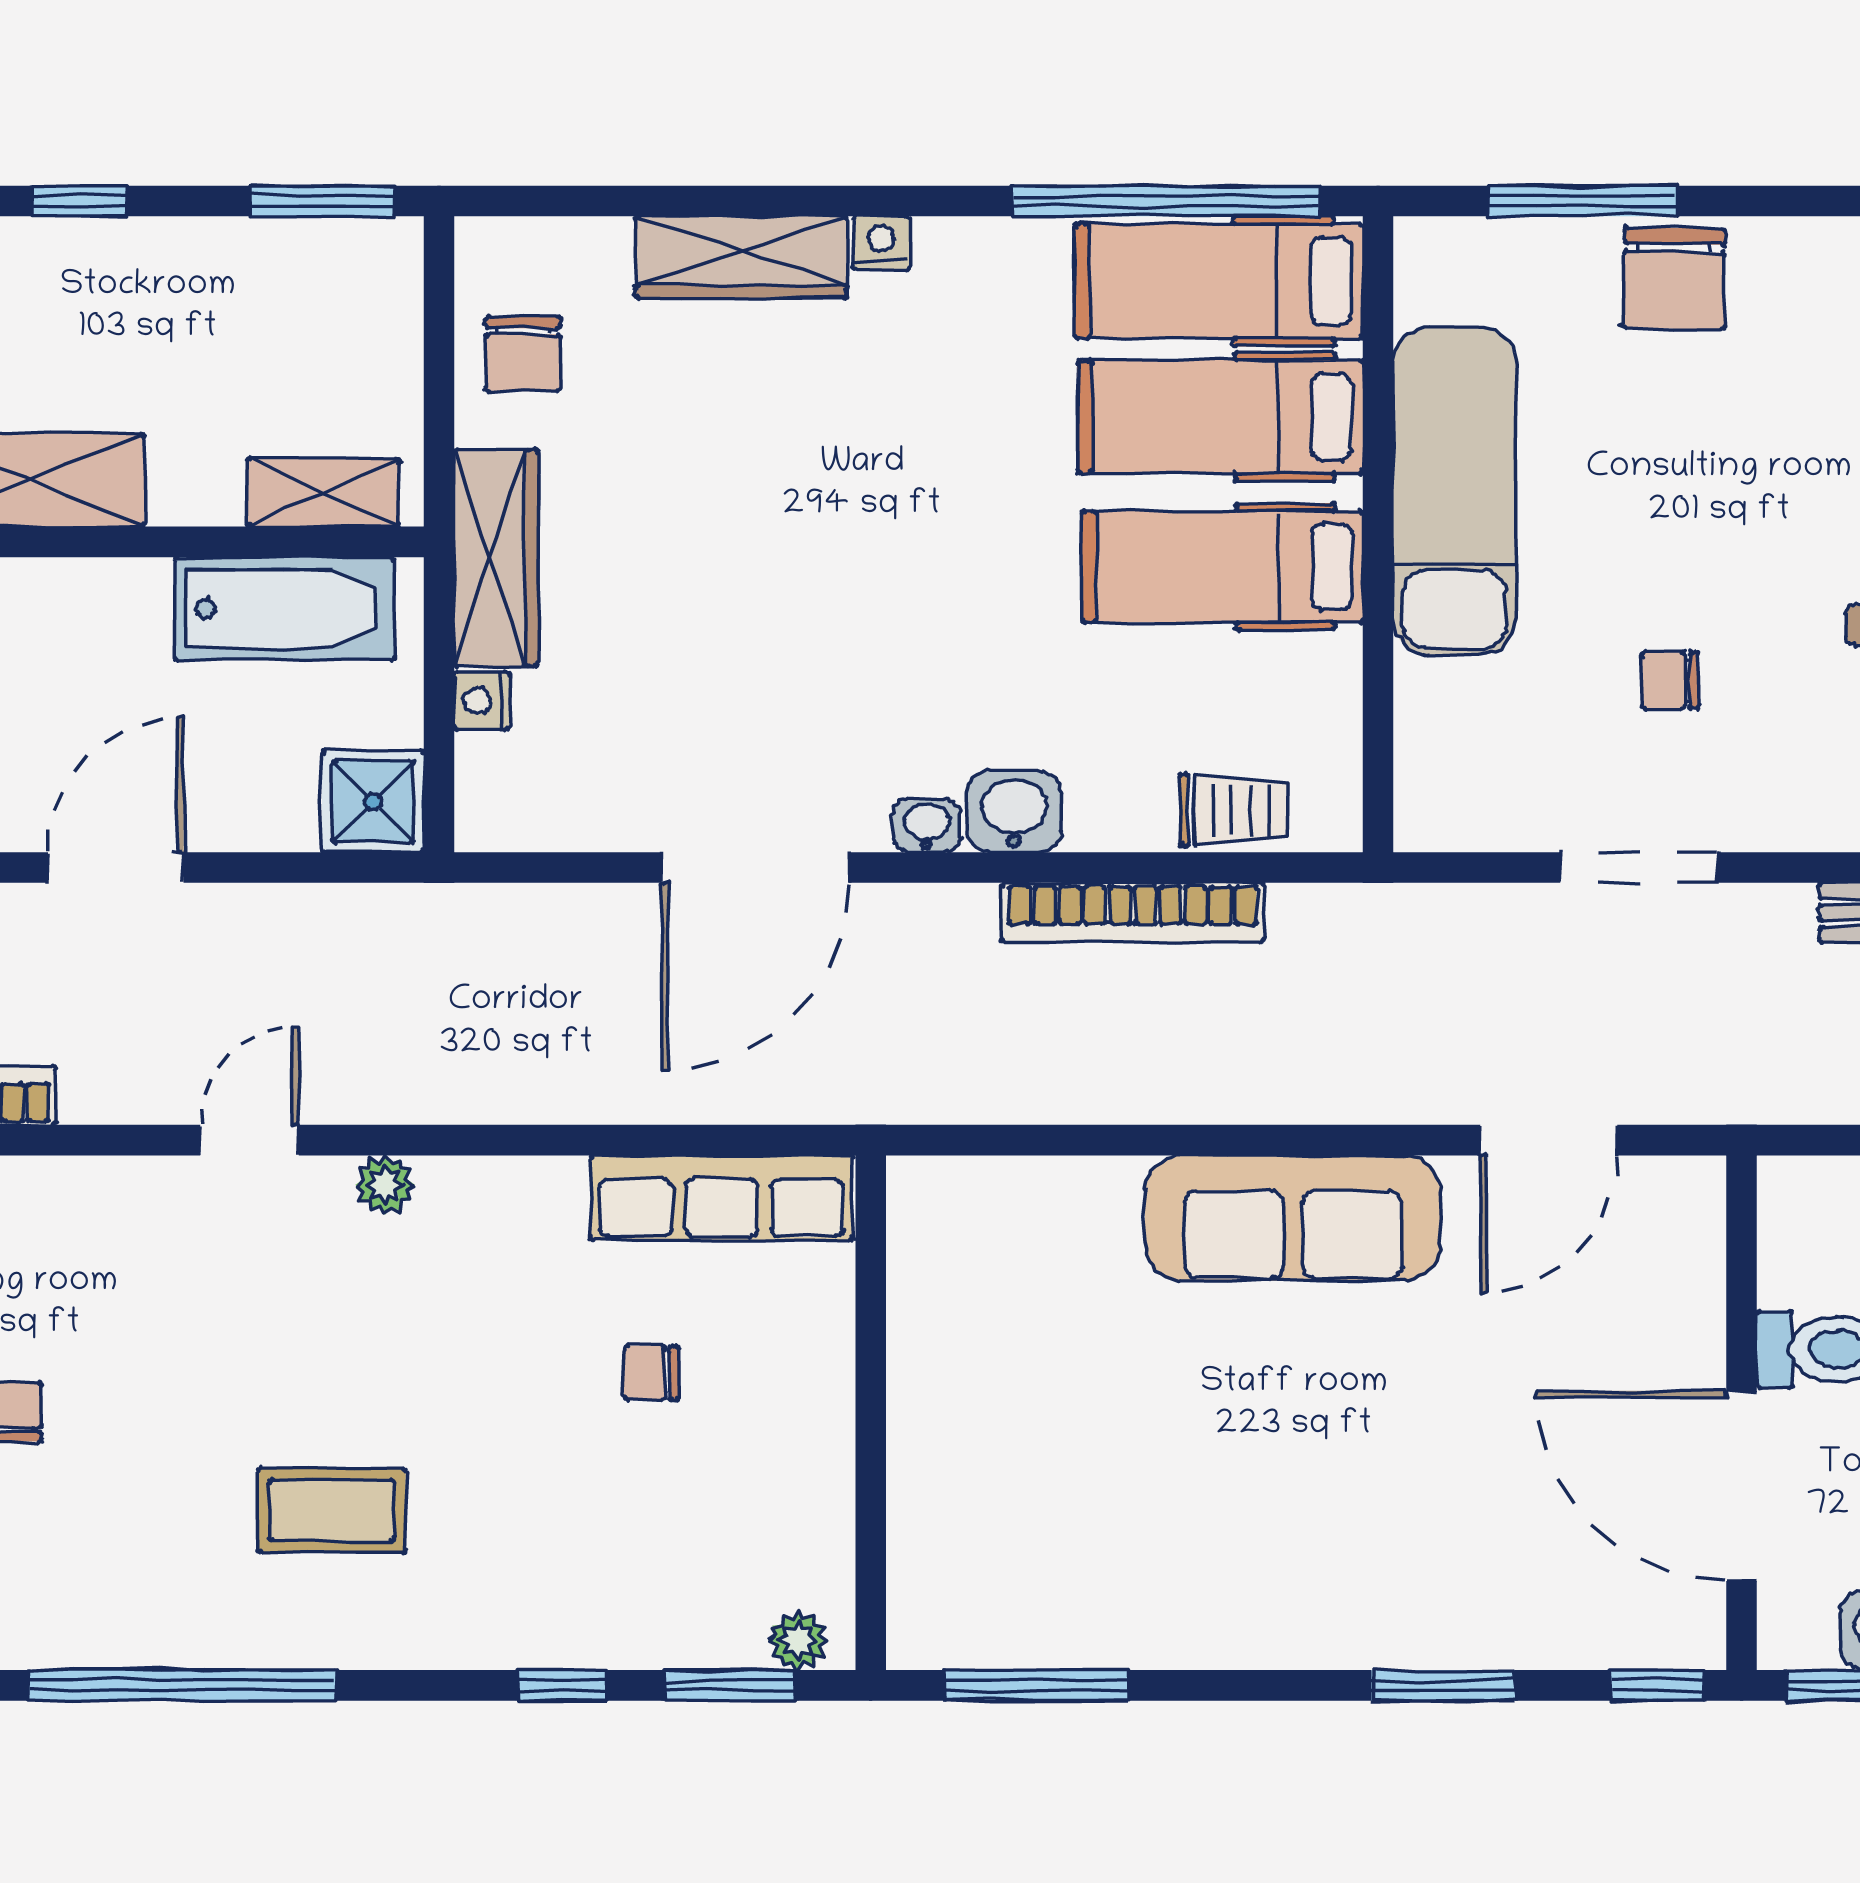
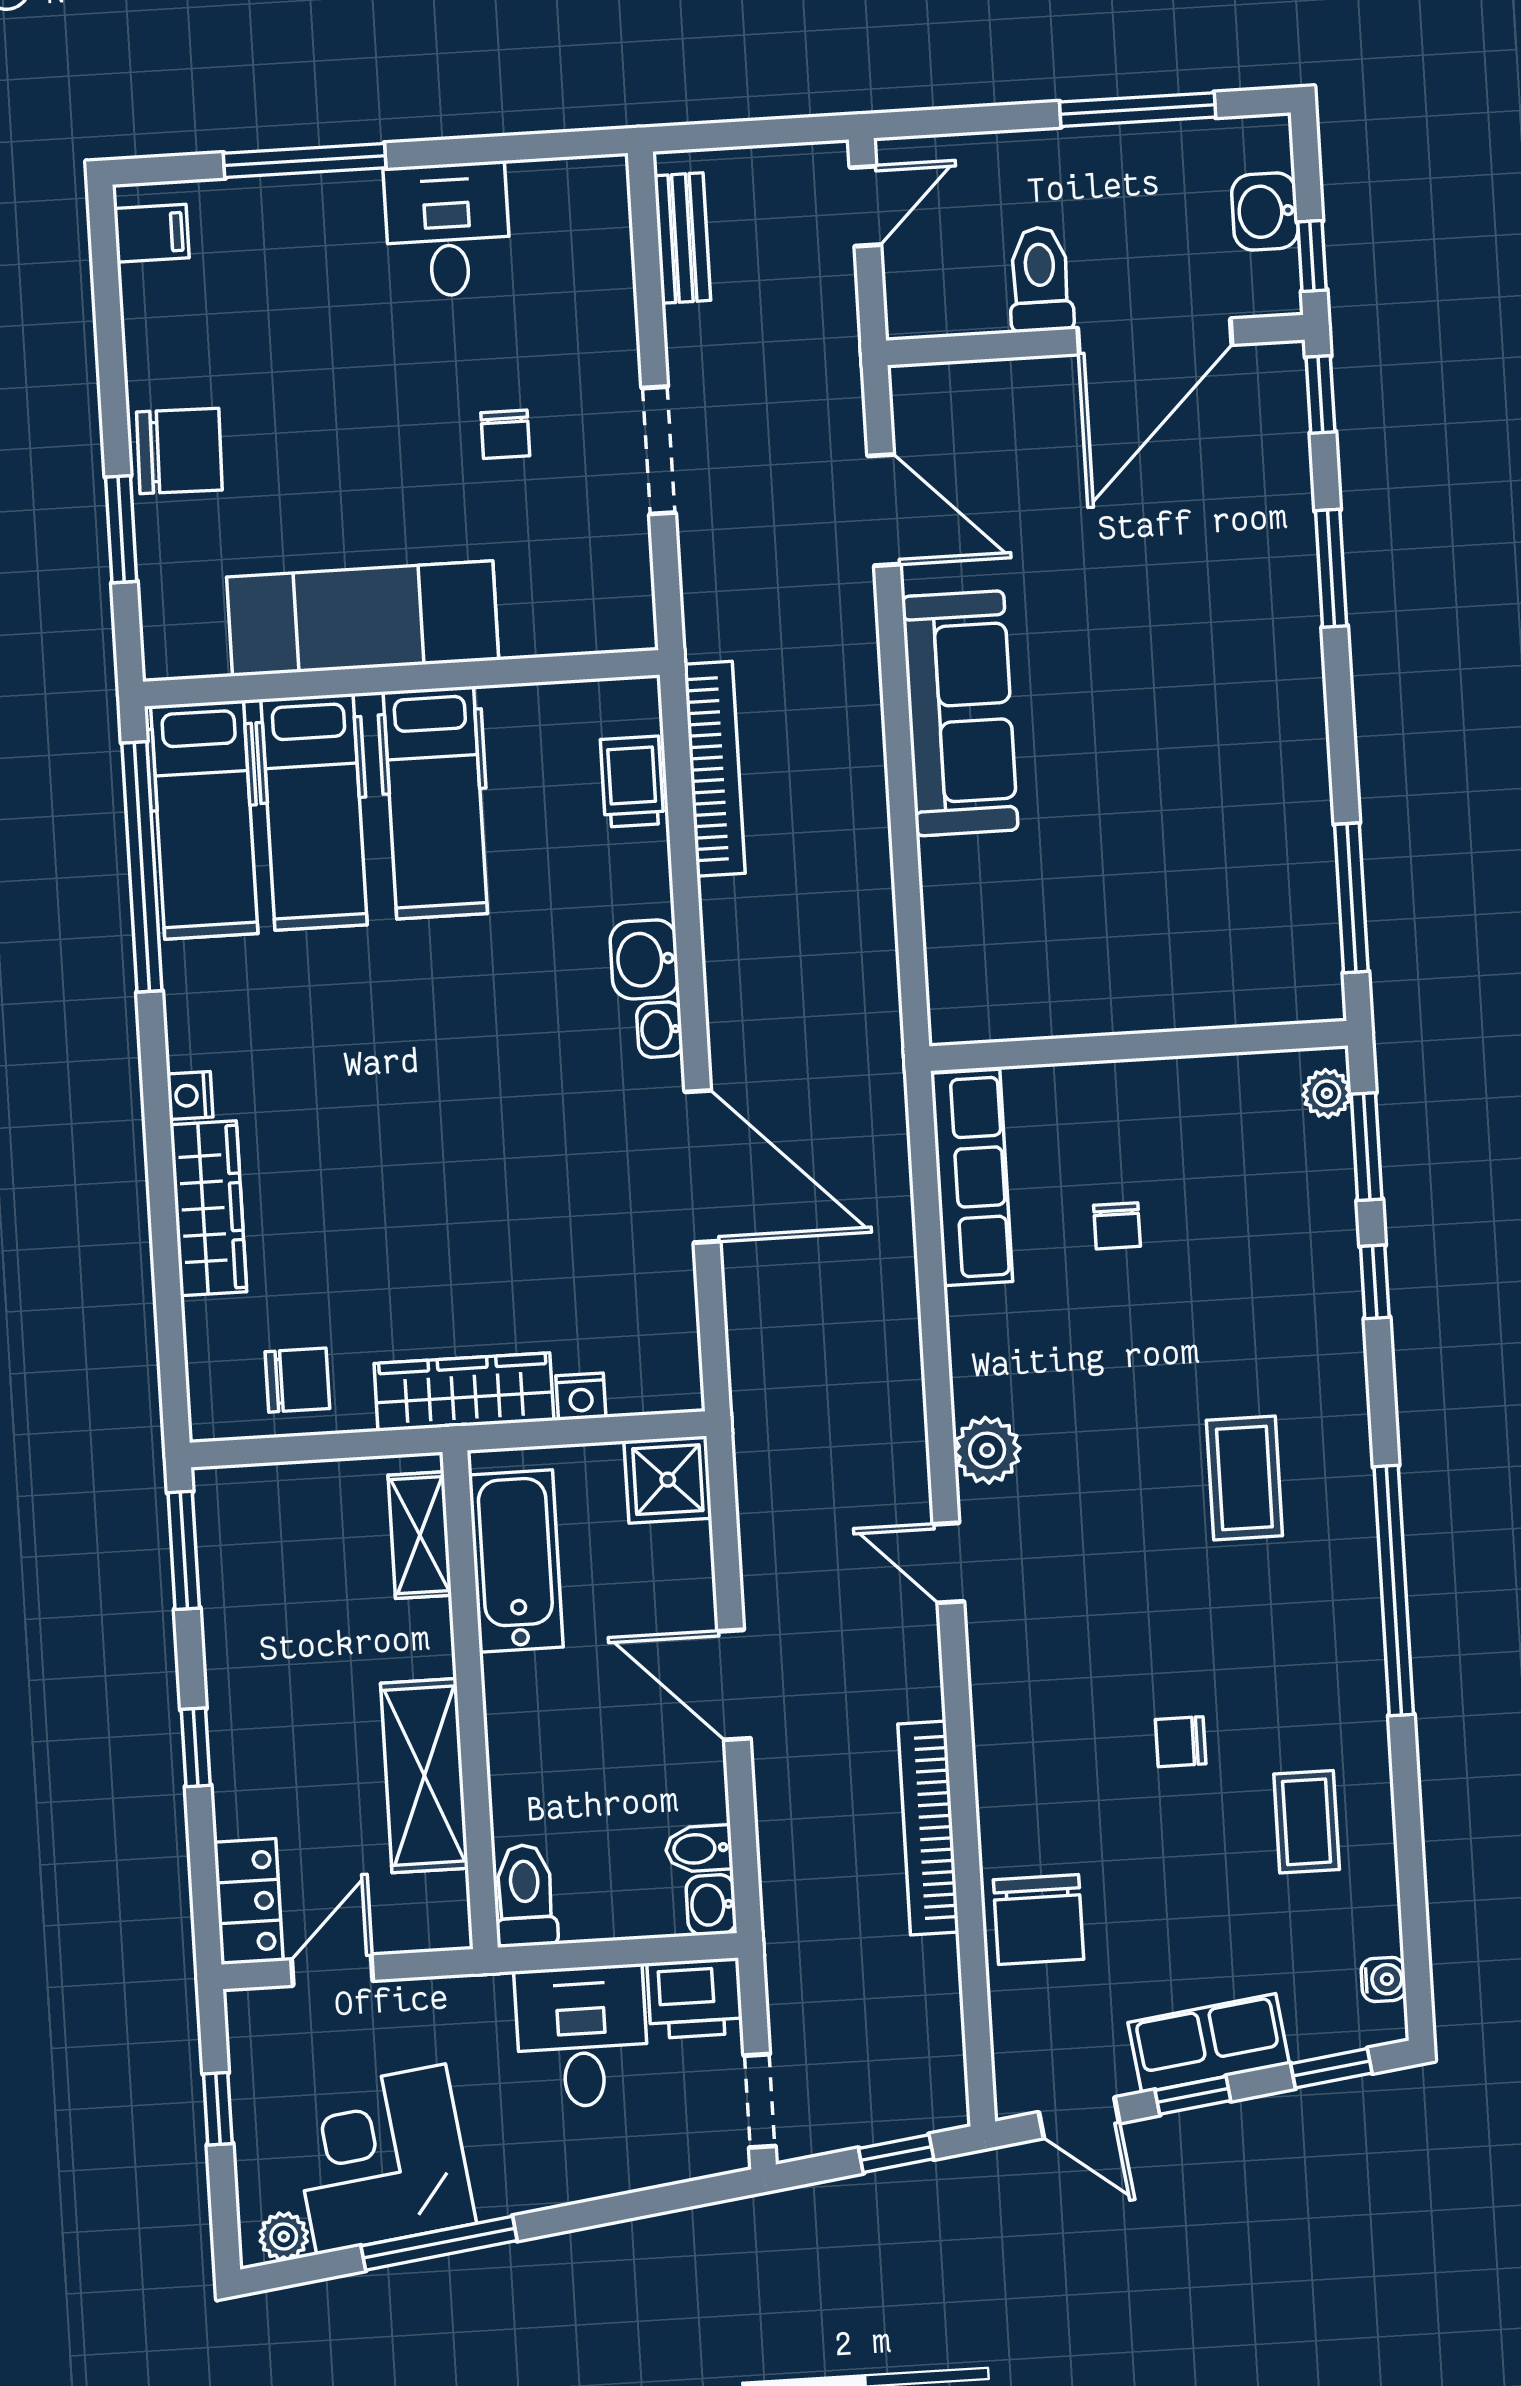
window: (1582, 201) -> (121, 529), width x0.69
bookcase: (1133, 912) -> (715, 769), moved
plant: (385, 1185) -> (987, 1450), width x1.38, depth x1.38

